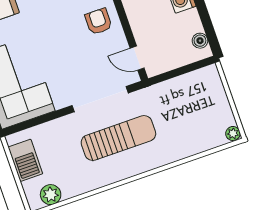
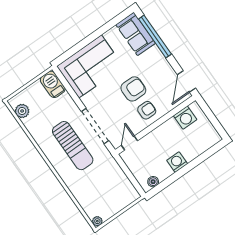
armchair: (64, 32) -> (133, 89), added
barbecue: (25, 160) -> (53, 84), moved, turned 90

